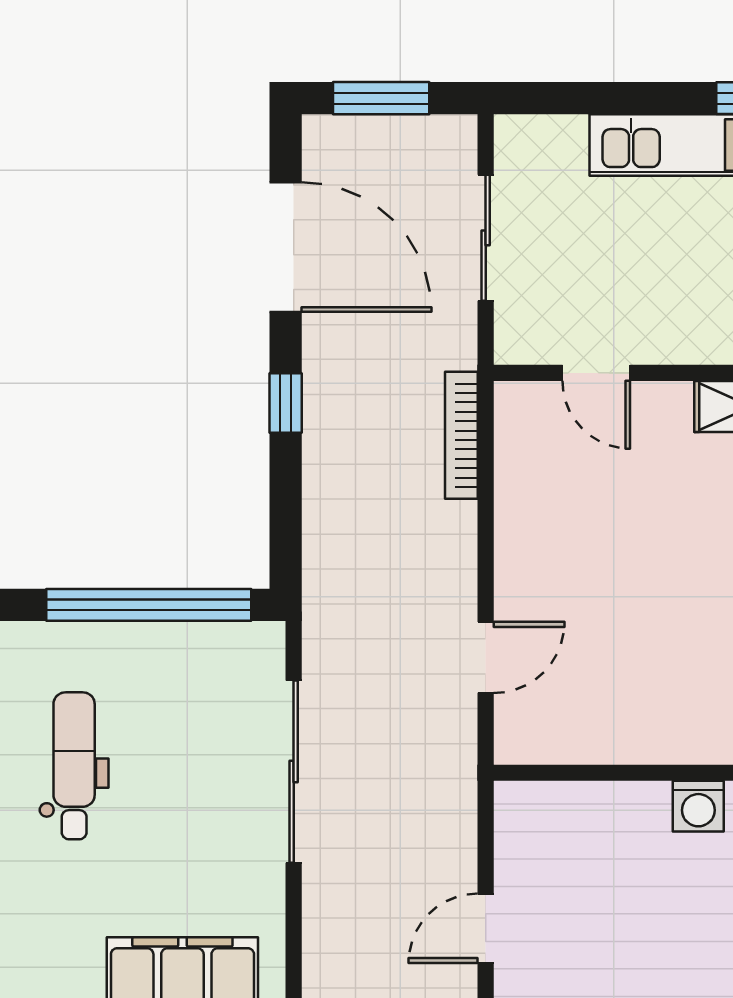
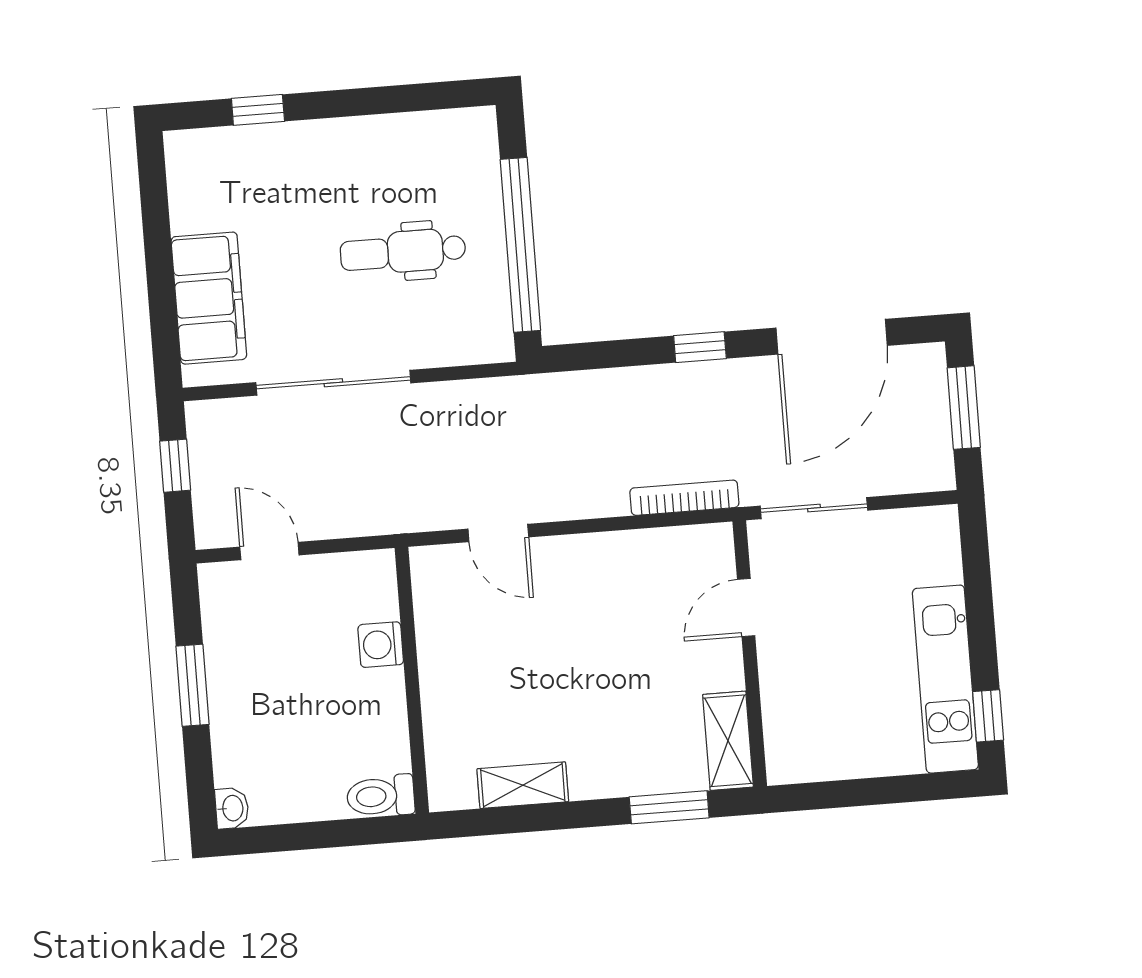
sliding door: (486, 238) -> (814, 508), moved
dental chair: (74, 766) -> (403, 252), moved, turned 180
sliding door: (294, 772) -> (333, 383), moved
washing machine: (698, 806) -> (381, 645), moved

